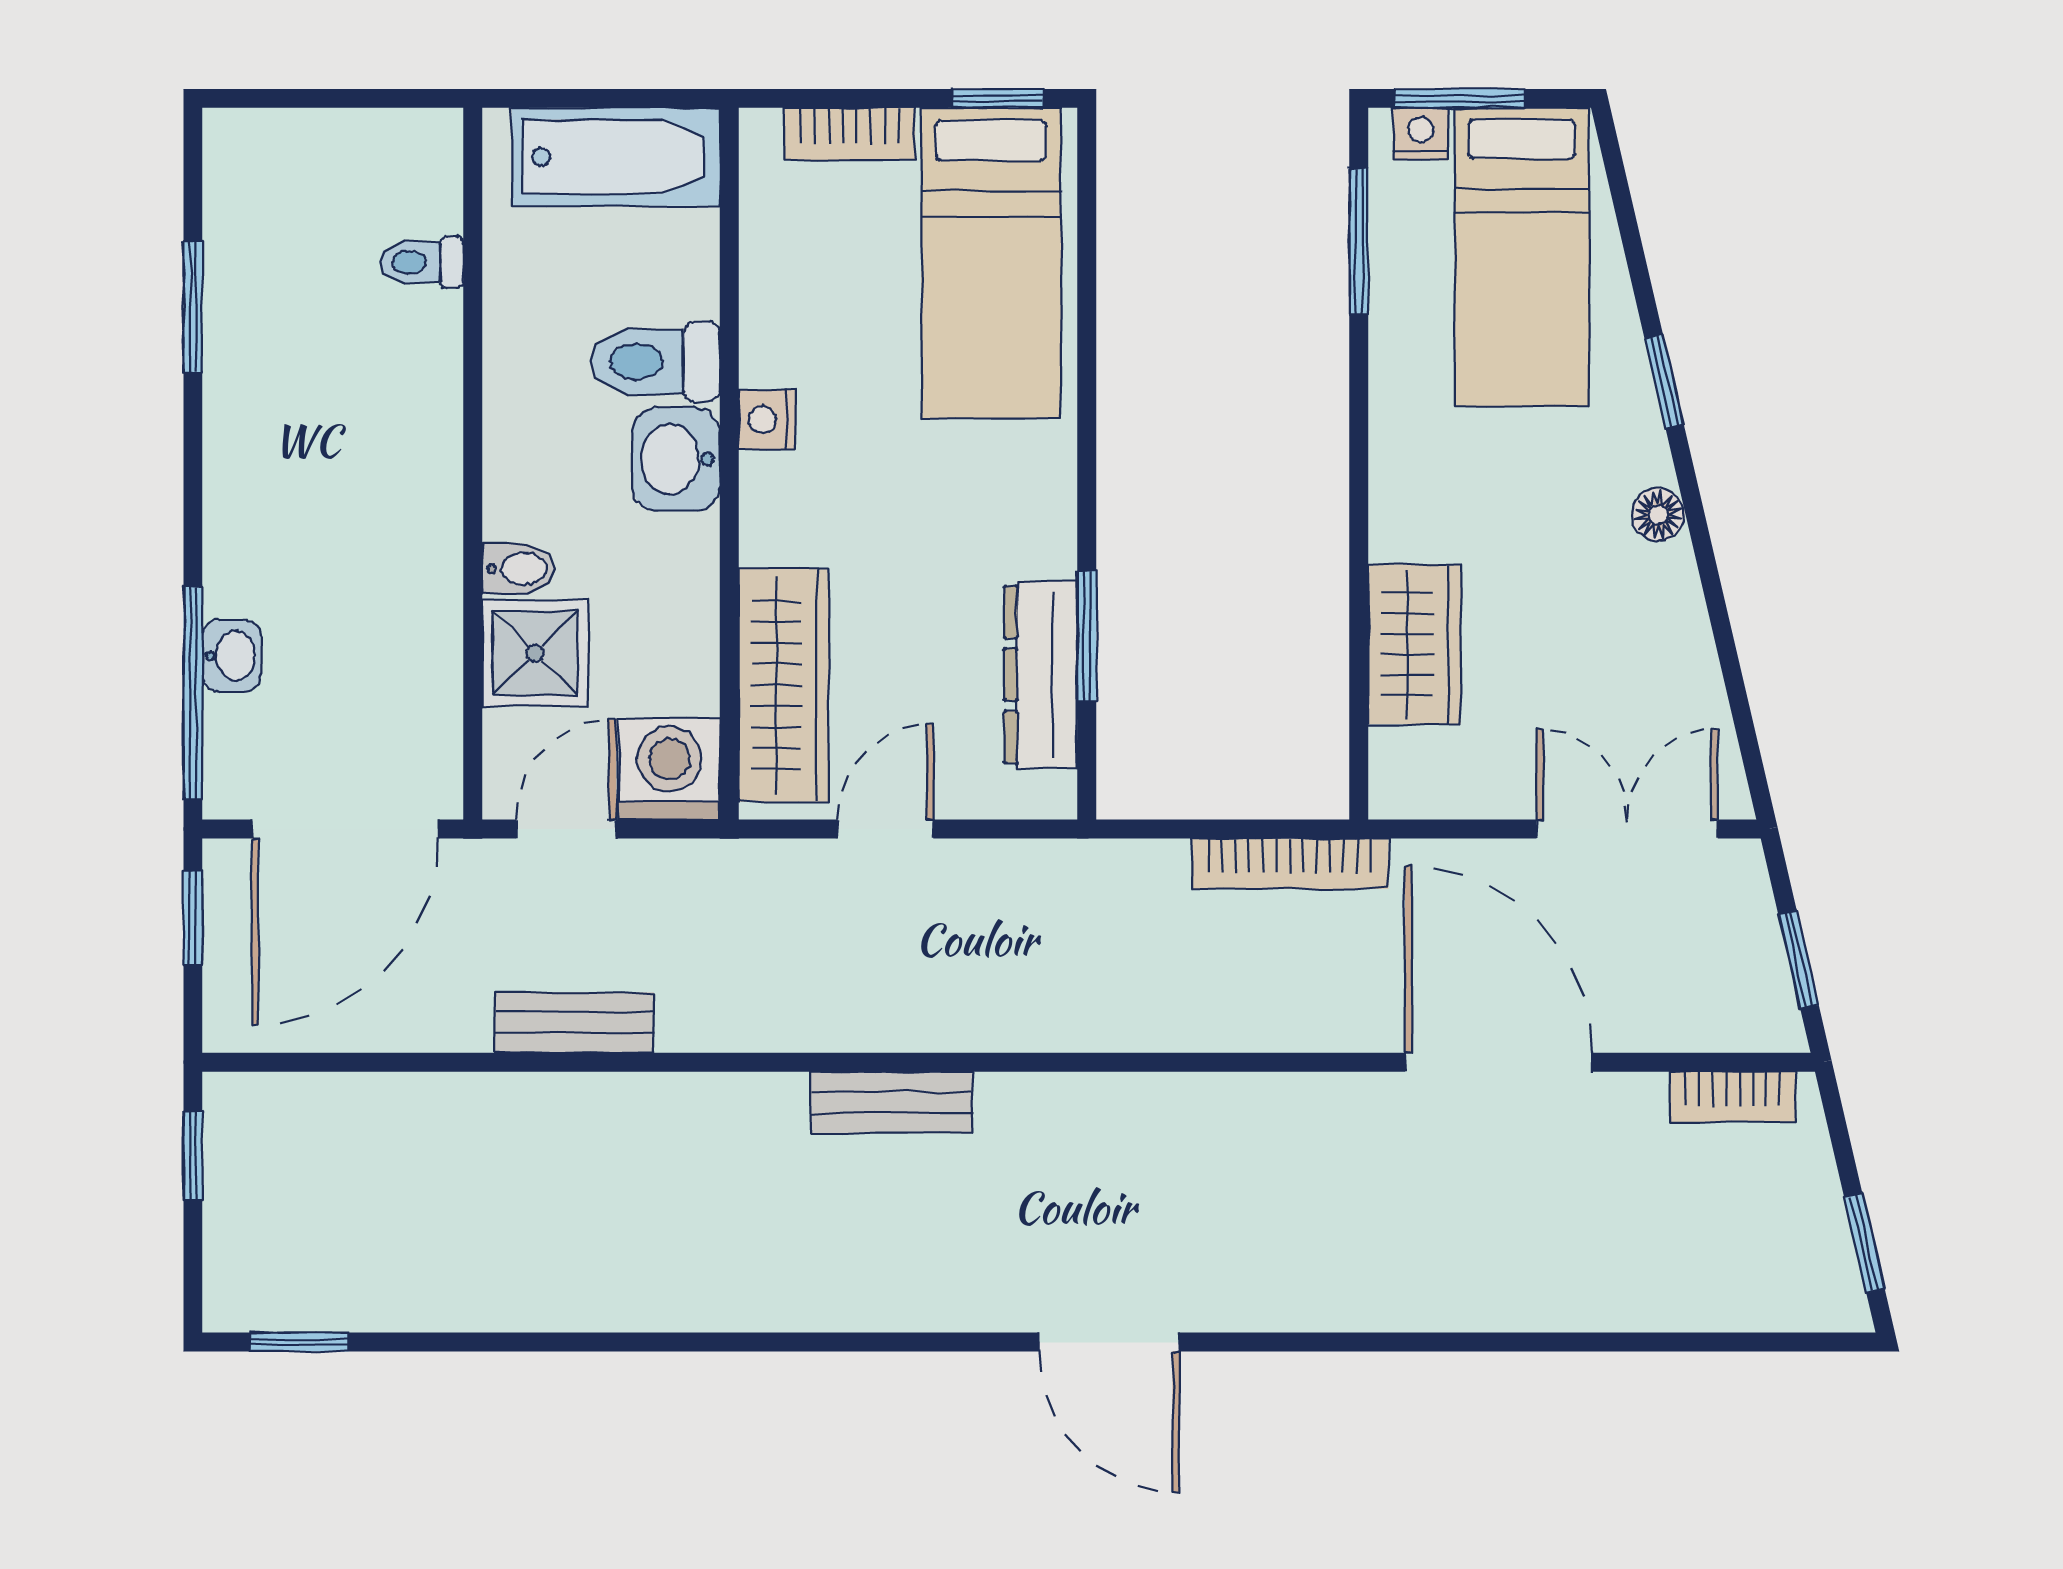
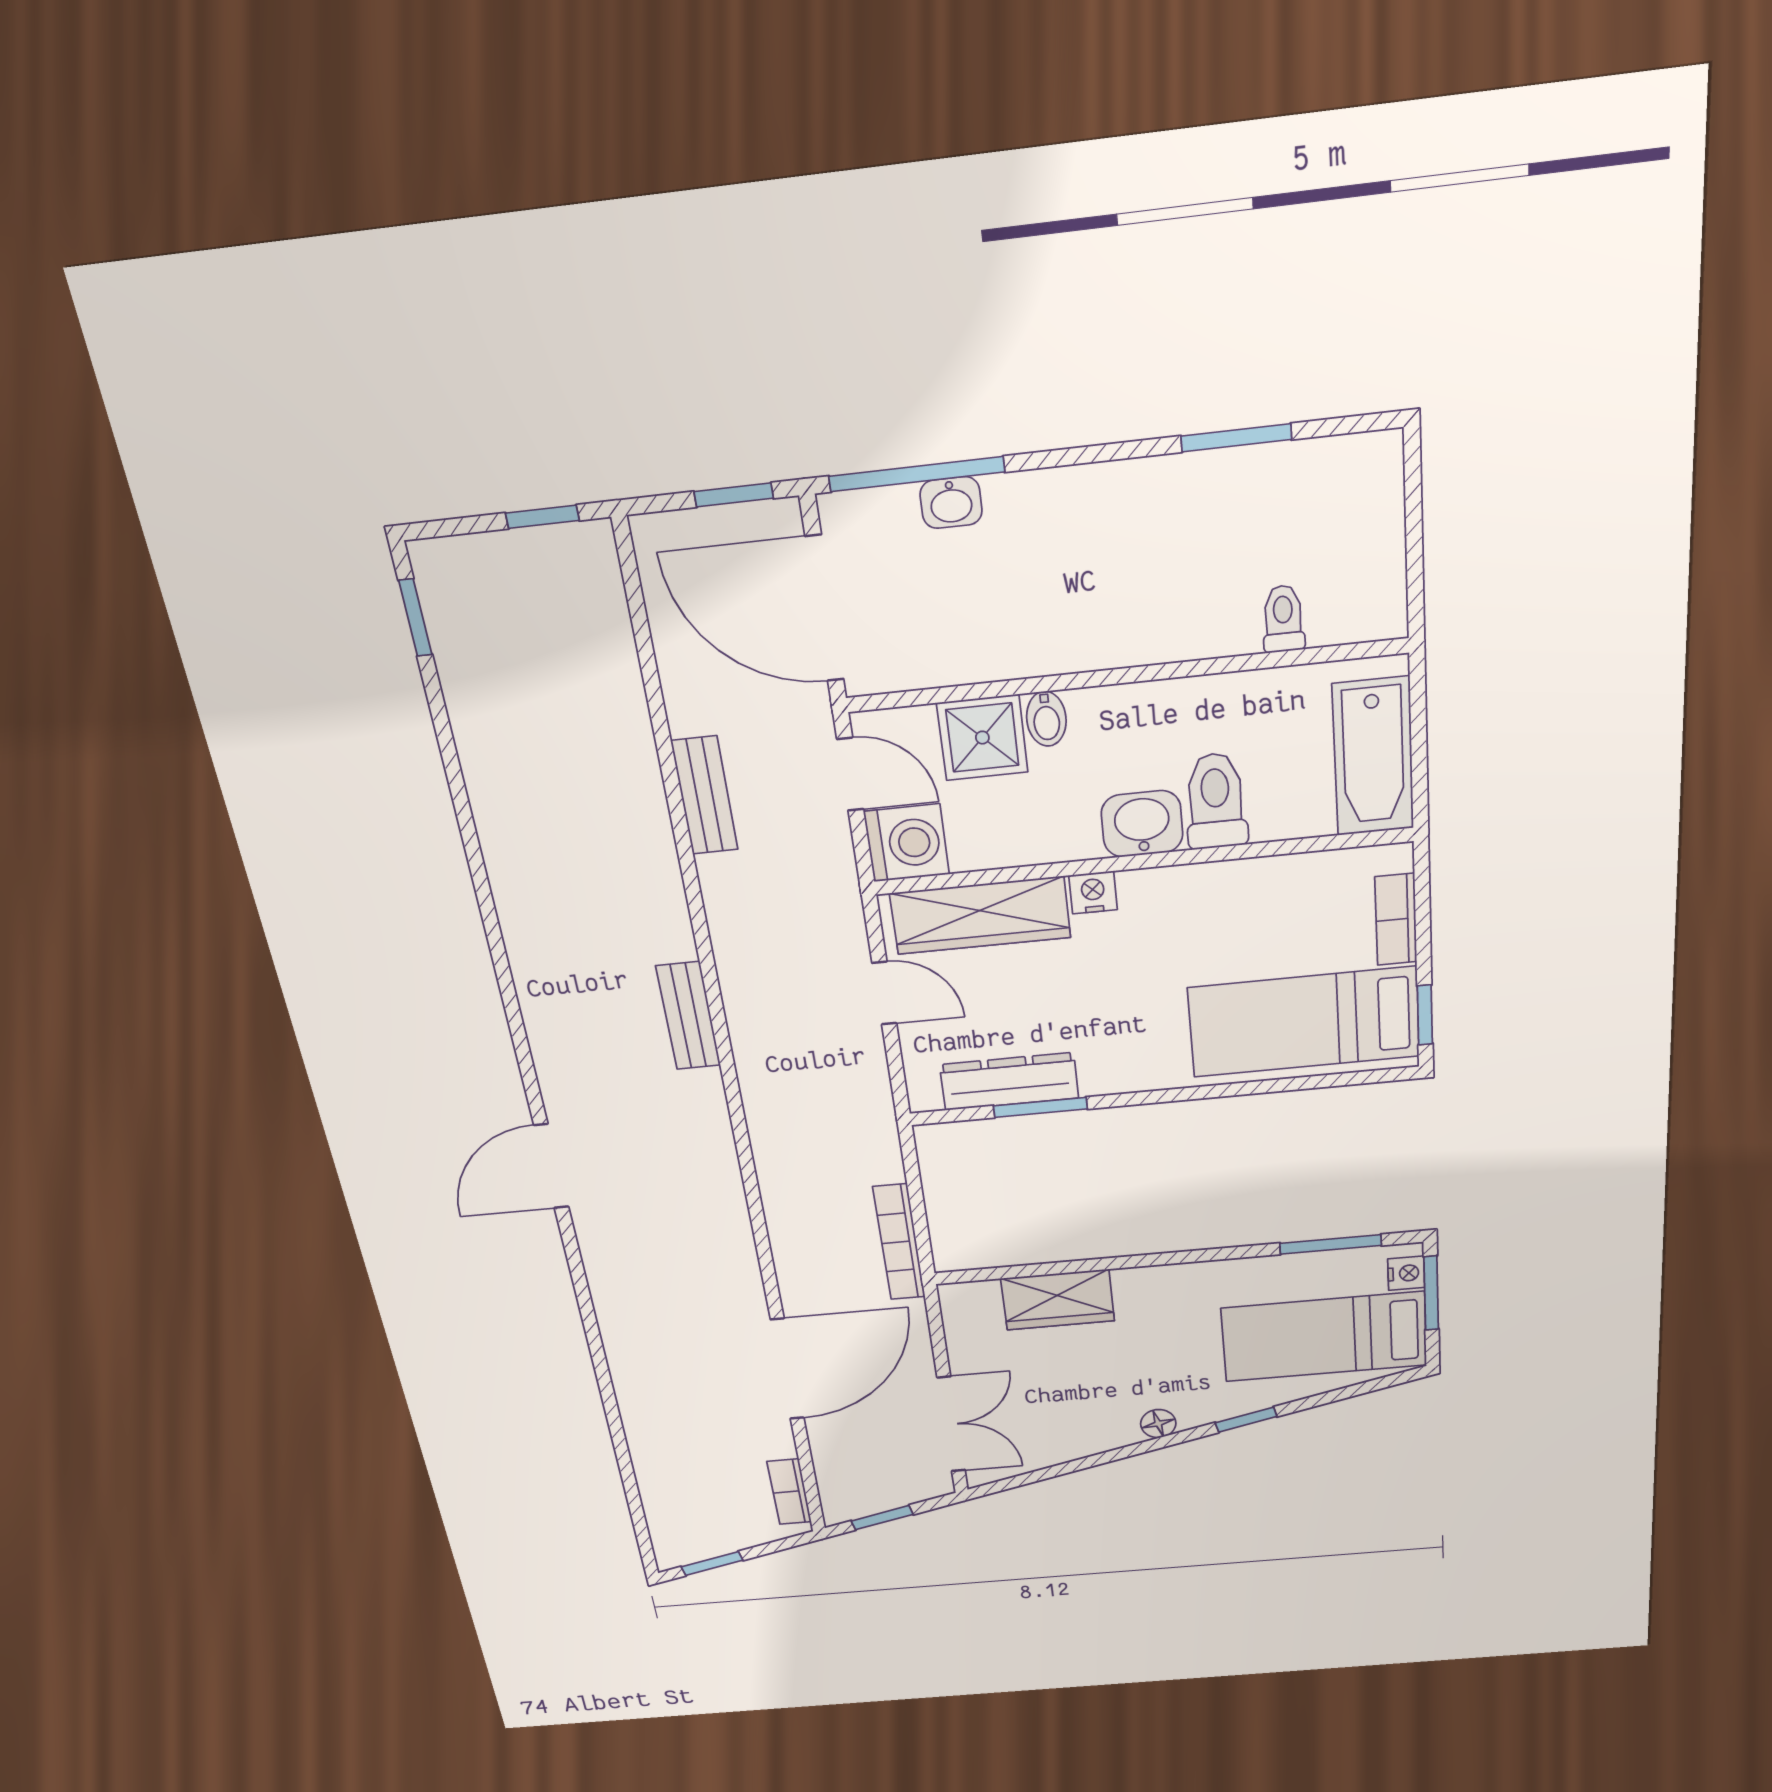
nightstand: (767, 420) -> (1093, 893), moved

